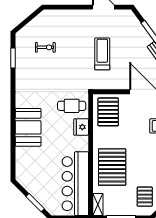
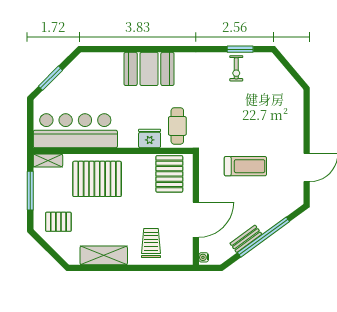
exercise bike: (45, 47) -> (236, 68), moved
pallet: (108, 112) -> (169, 174), turned 90

